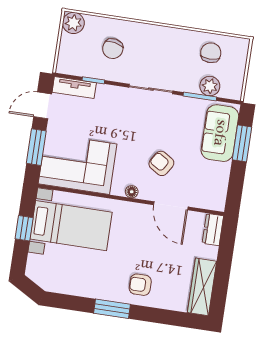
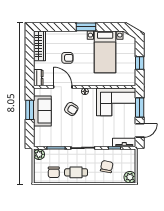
cafe table: (170, 46) -> (76, 172), added
plant: (210, 86) -> (39, 154), moved
sofa: (220, 133) -> (42, 111), moved
window: (242, 143) -> (30, 110), moved
bed with nightstands: (71, 226) -> (105, 52), moved, turned -90
armchair: (140, 285) -> (67, 58), moved

